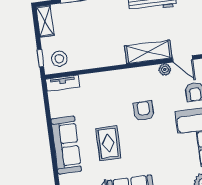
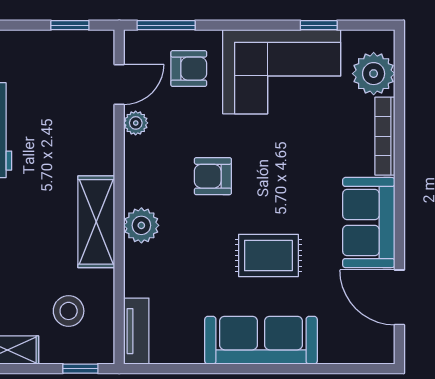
shelving: (148, 52) -> (96, 222), moved
stool: (59, 59) -> (69, 311), moved
plant: (115, 79) -> (141, 225), added

